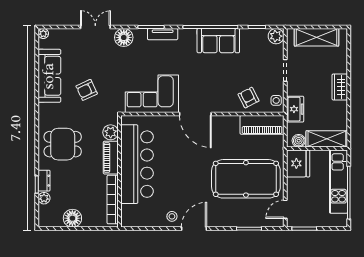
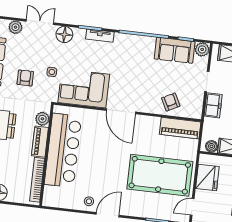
plant: (69, 36) -> (15, 27), added
sofa: (218, 41) -> (175, 50), moved
armchair: (87, 90) -> (25, 78), turned 115
side table: (276, 100) -> (52, 72), moved
freezer: (295, 109) -> (213, 105), moved
fridge: (298, 163) -> (207, 178), moved

